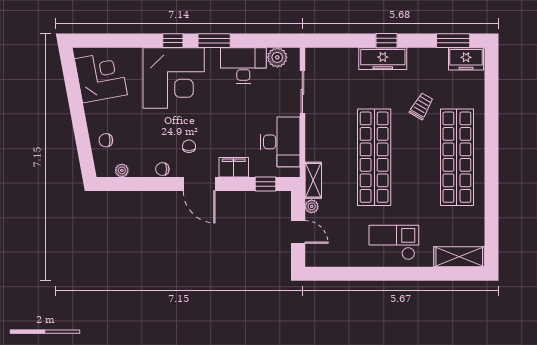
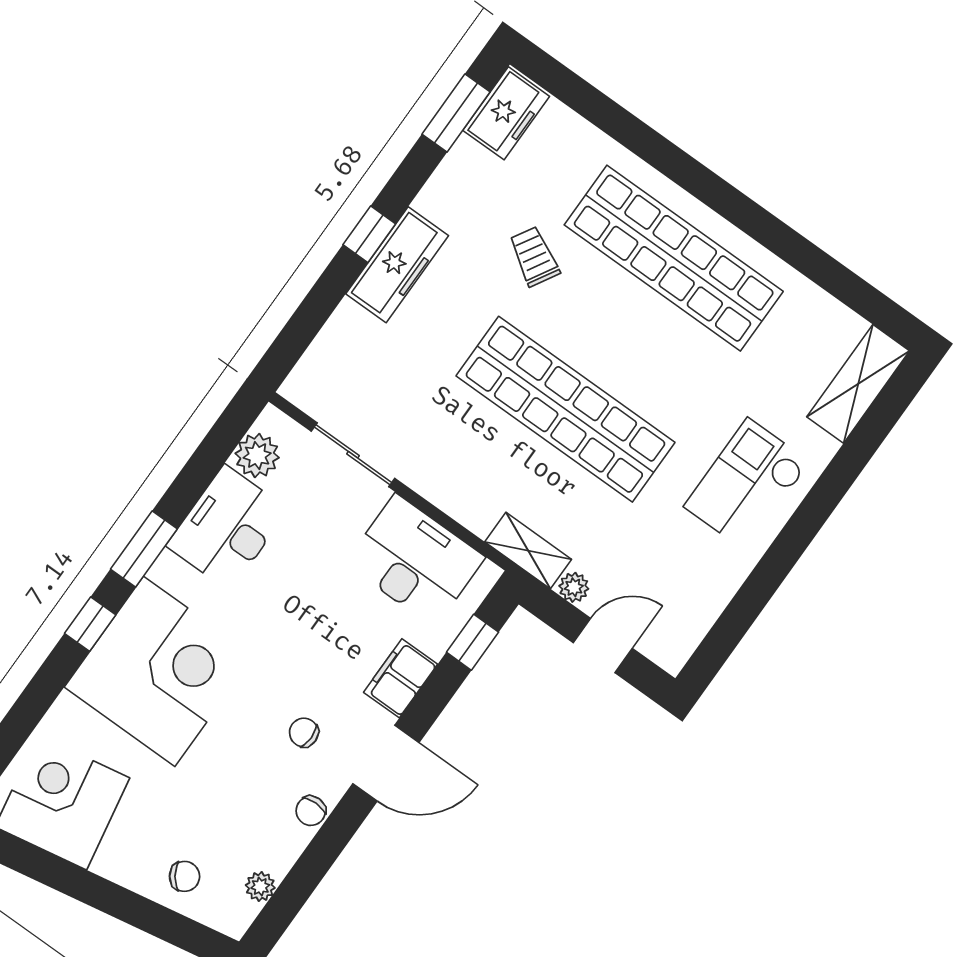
chair: (106, 140) -> (185, 876), turned -125

